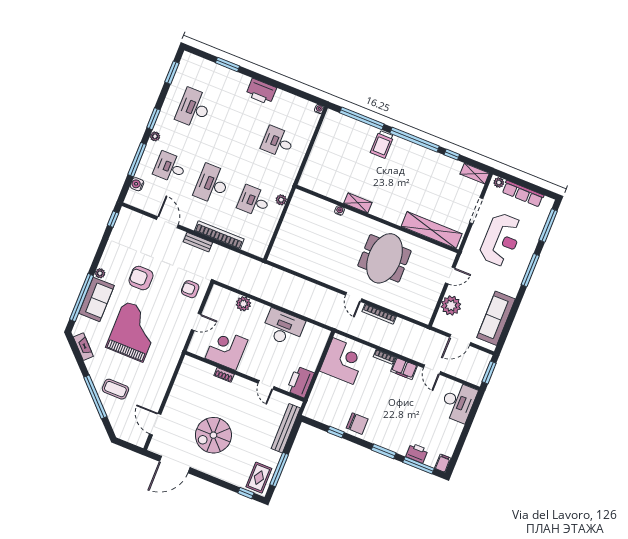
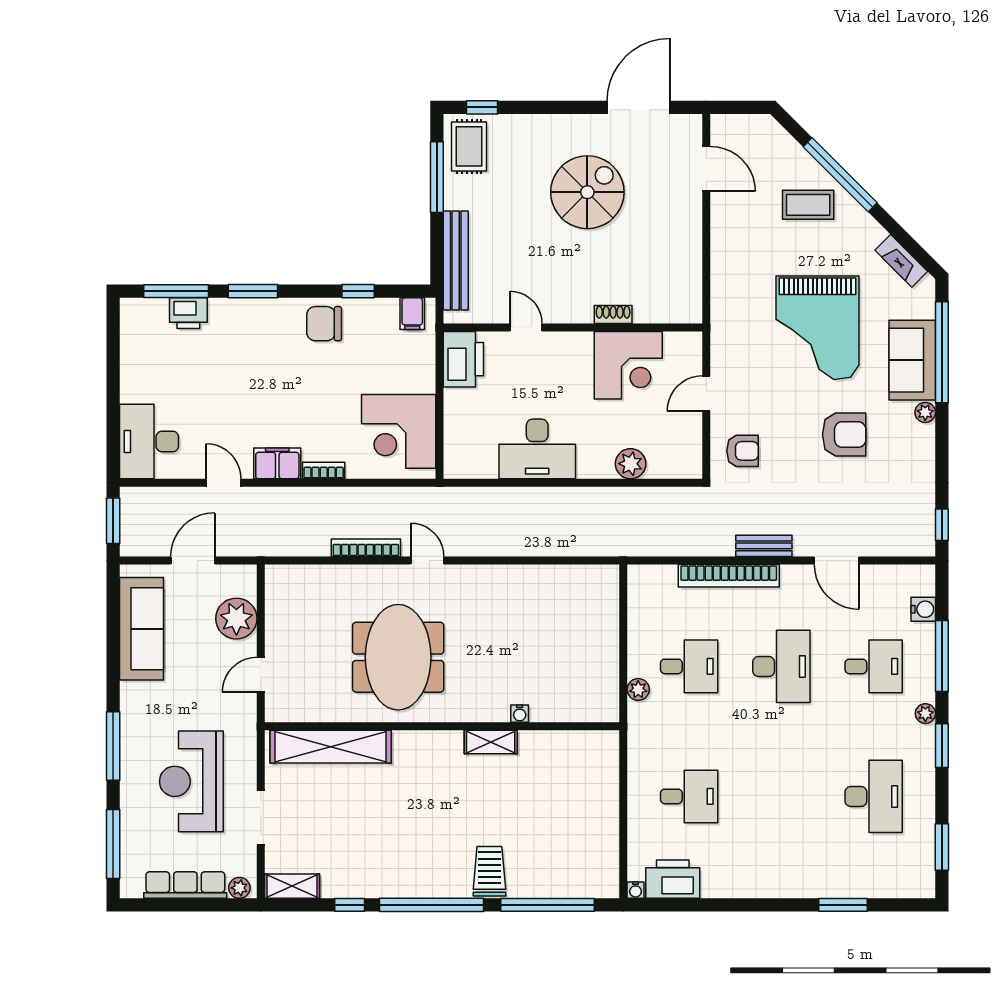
printer: (261, 92) -> (673, 879), moved
filing cabinet: (443, 463) -> (412, 314), moved

